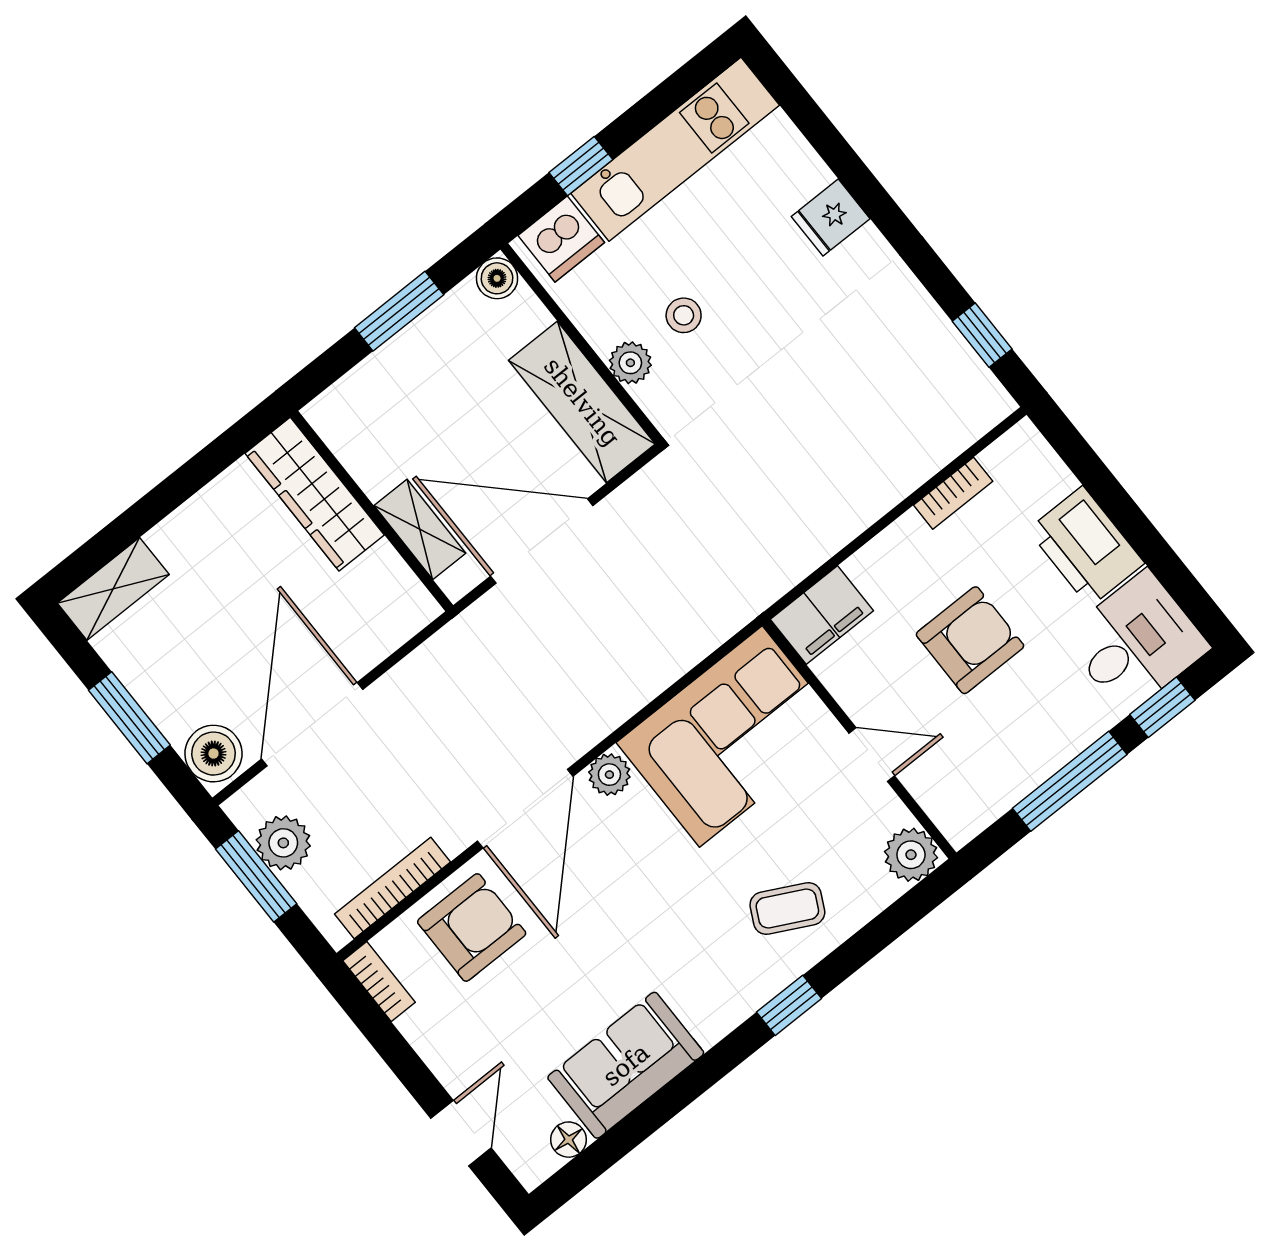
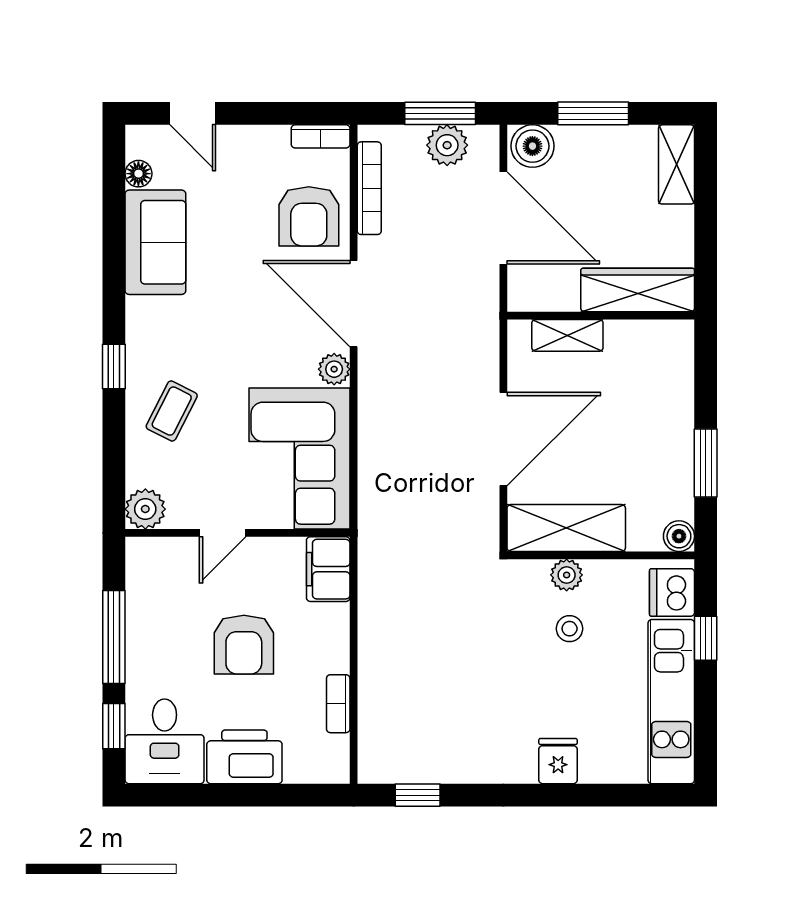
wardrobe: (315, 494) -> (638, 290), moved
wall: (372, 511) -> (601, 316), moved
shelving: (420, 529) -> (567, 335), moved

